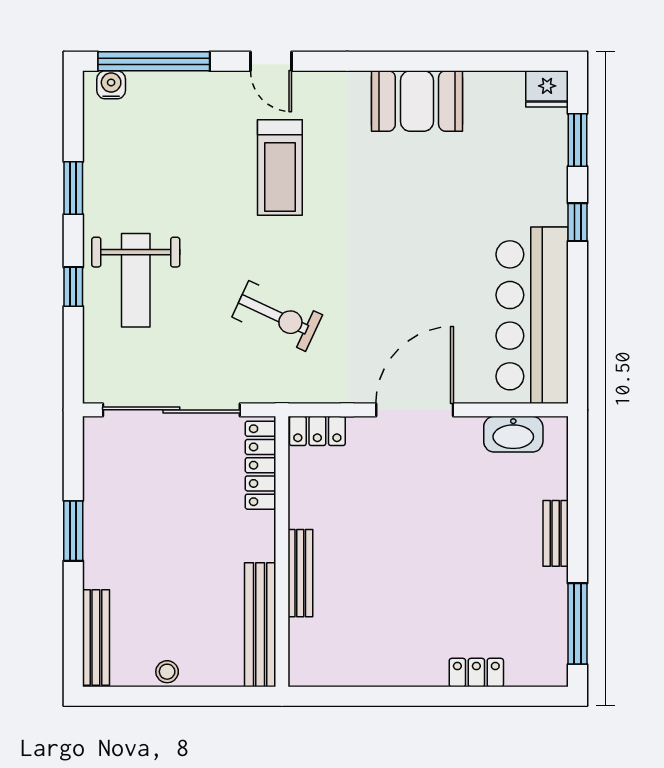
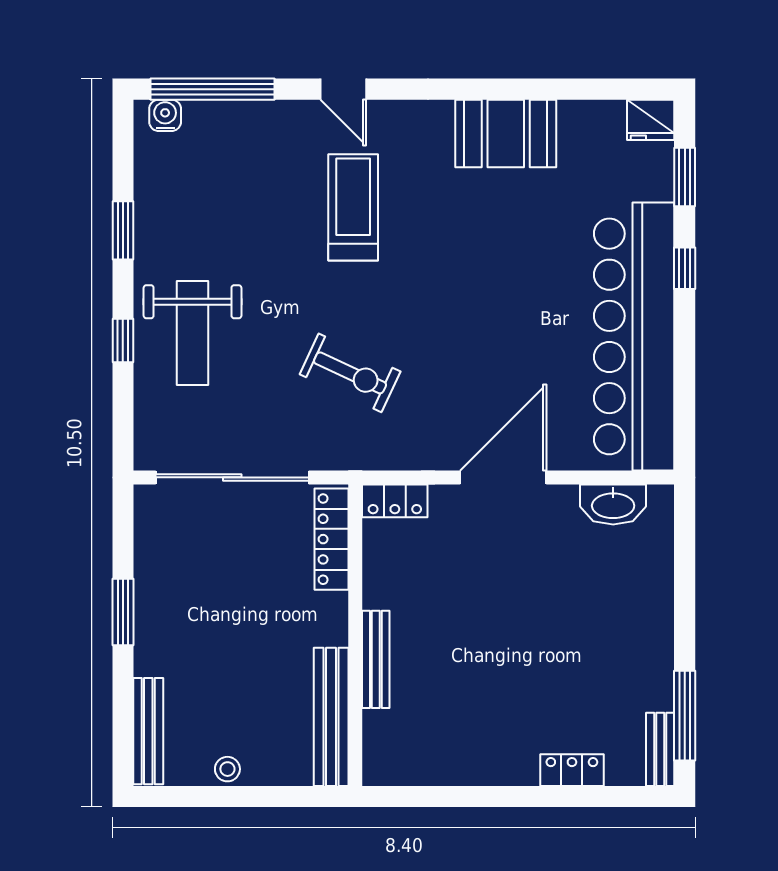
treadmill: (280, 167) -> (353, 207), turned 180
bar counter: (532, 315) -> (634, 336), width x1.36
bench: (556, 533) -> (660, 749), moved

